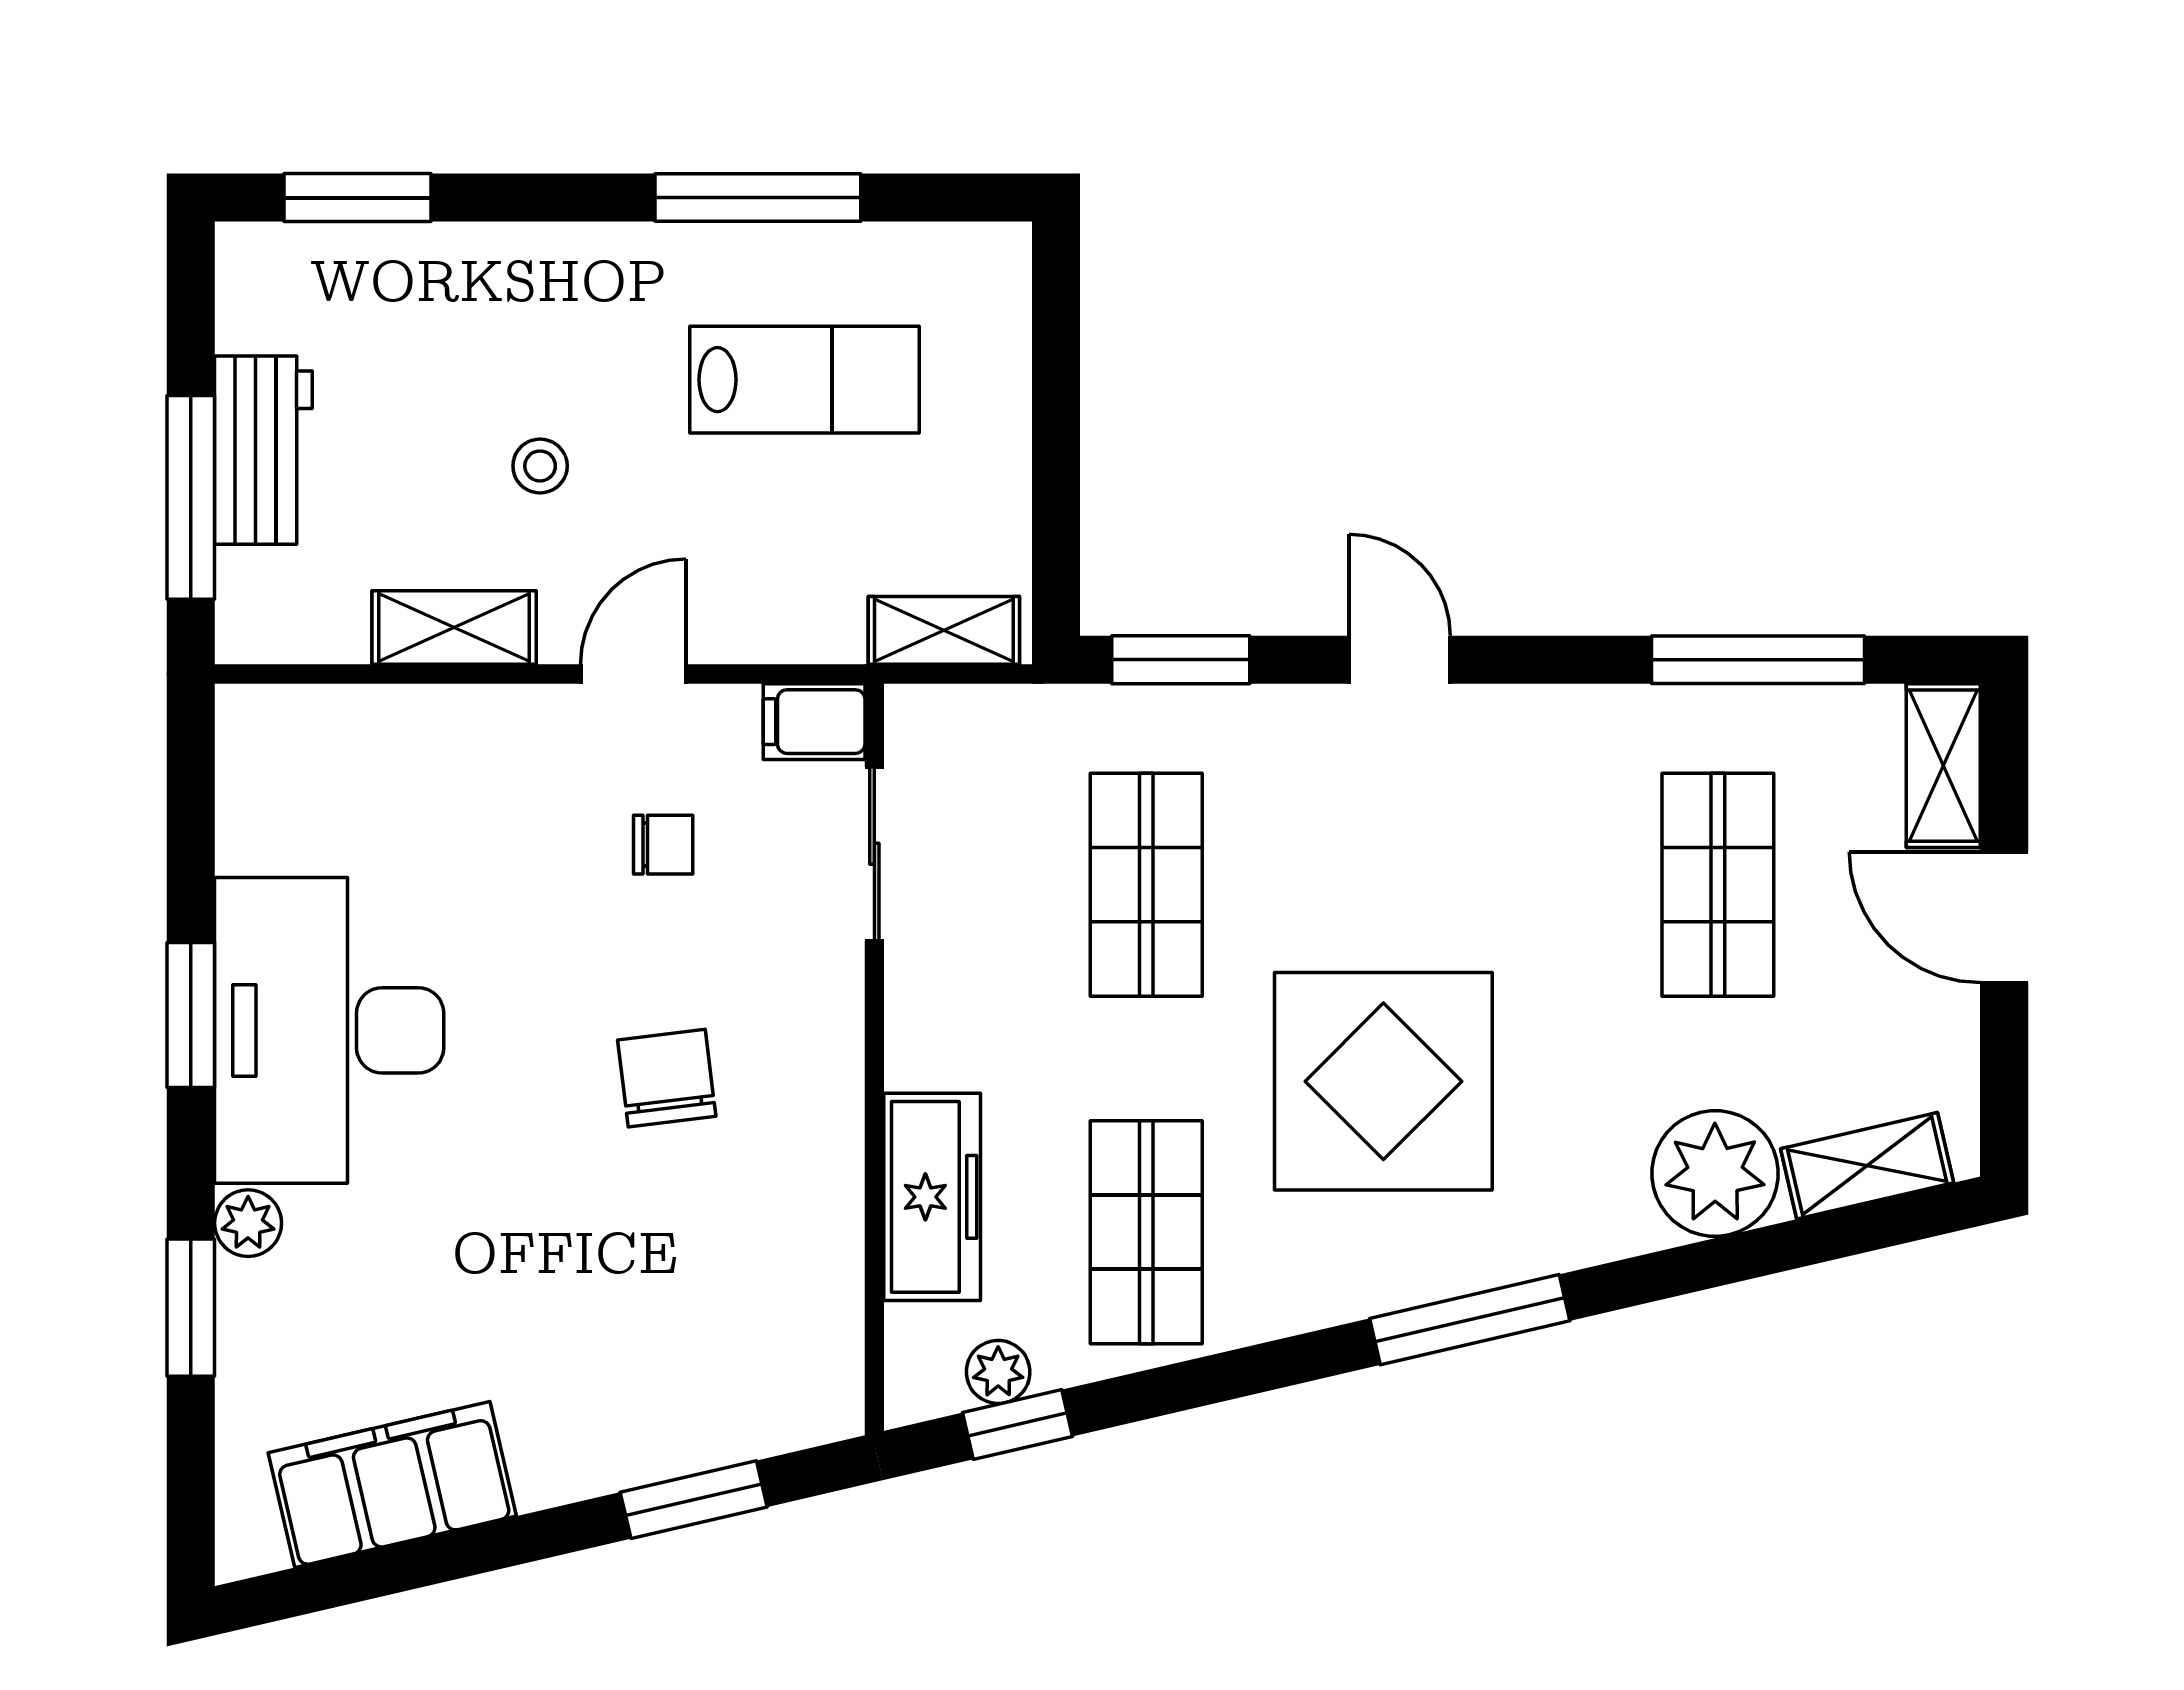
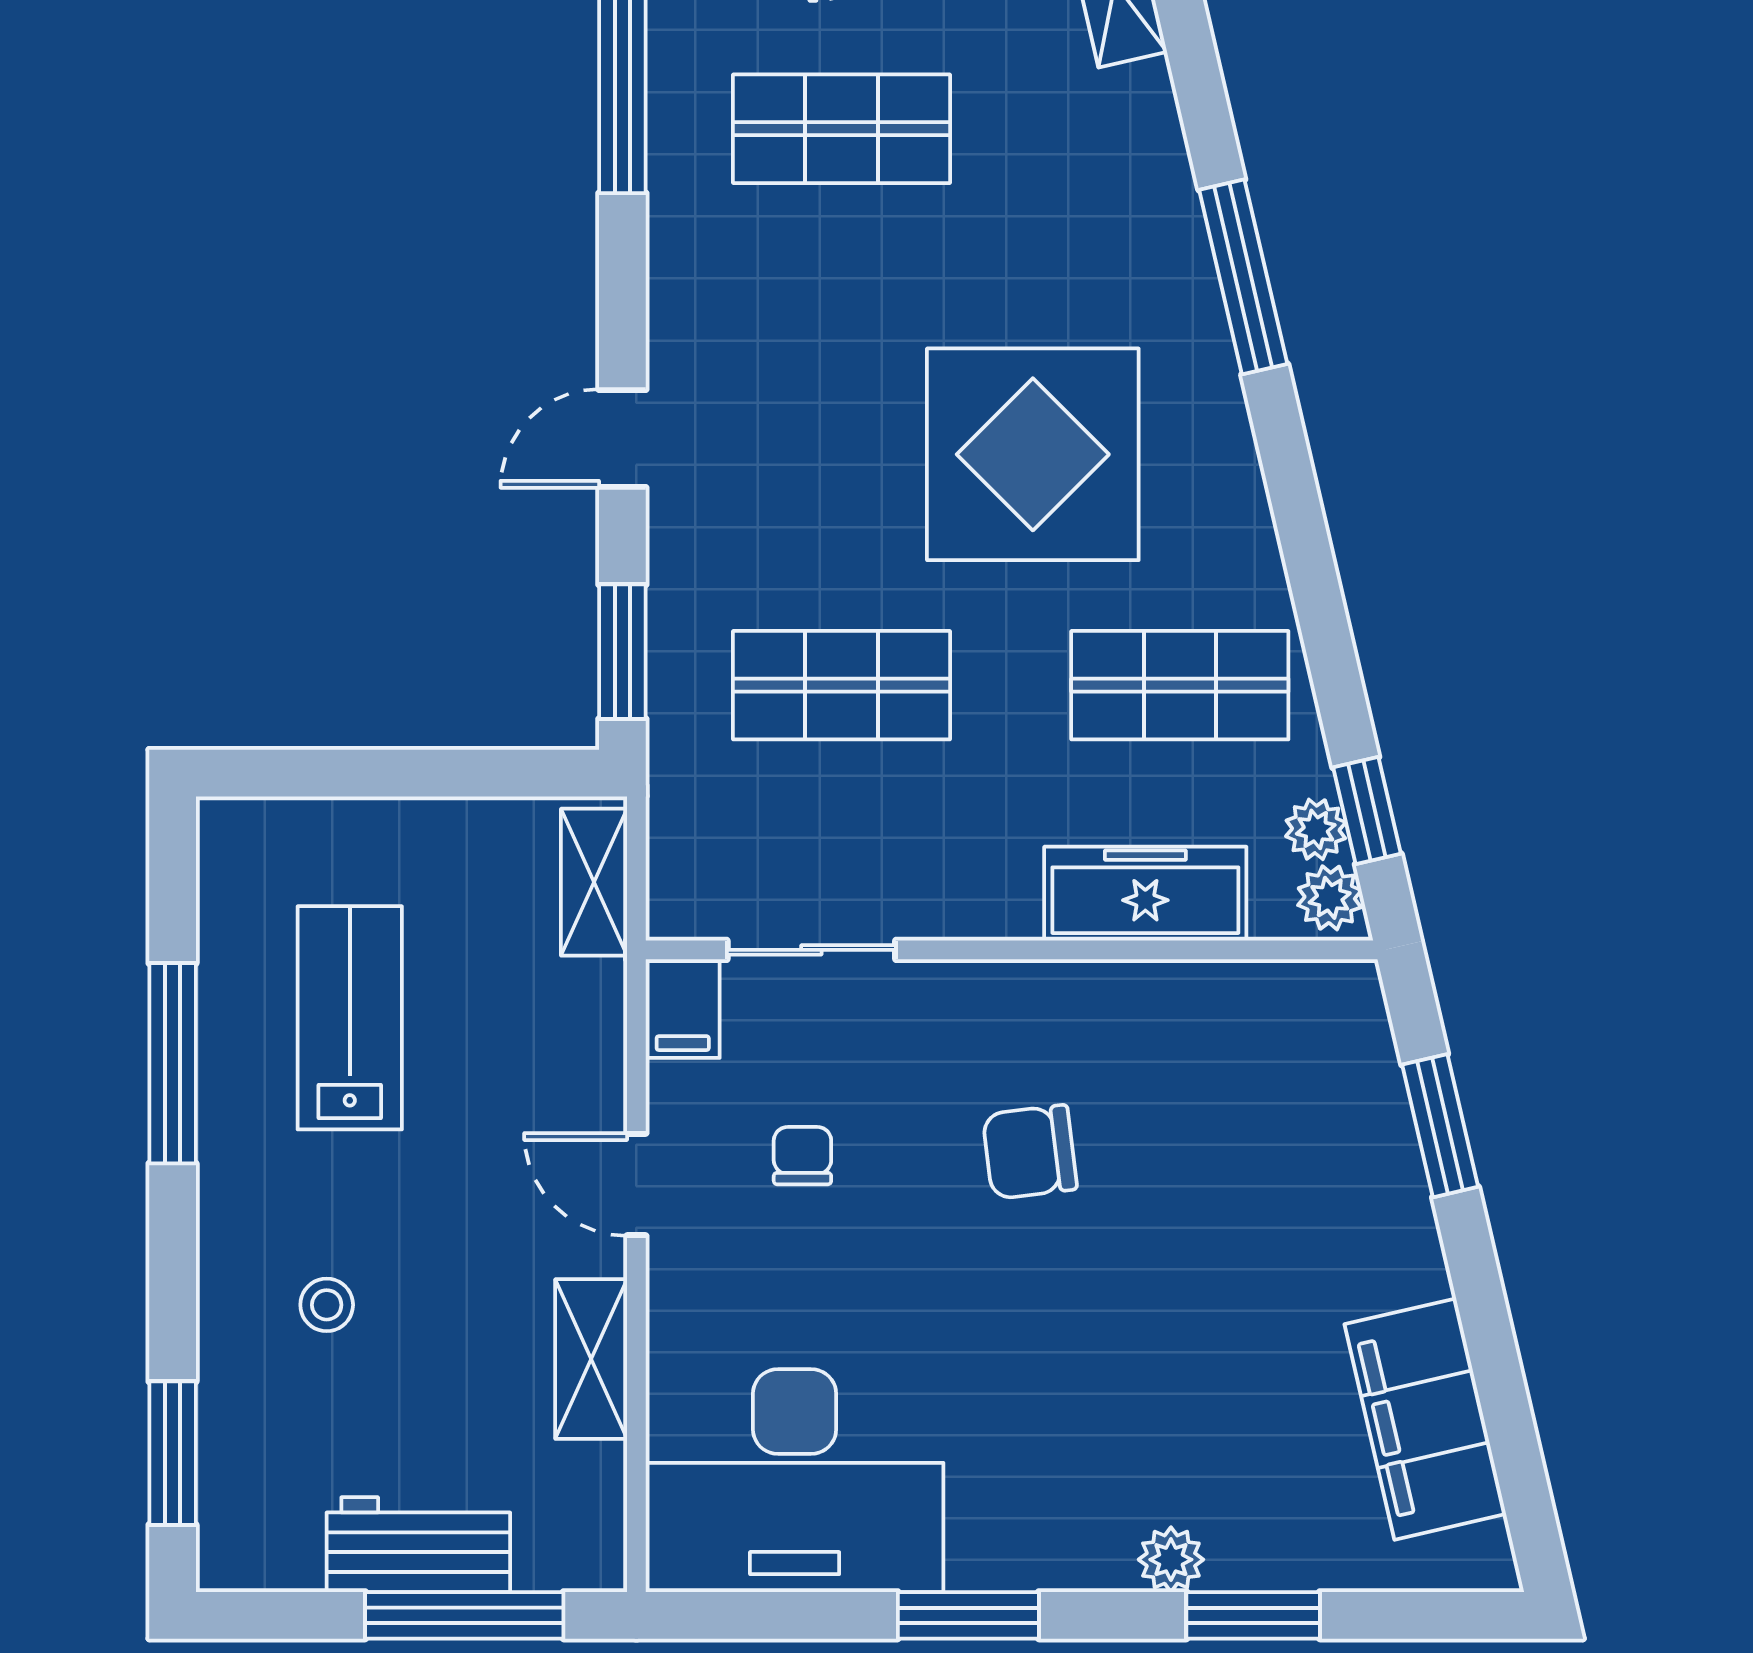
stool: (540, 466) -> (327, 1305), moved
desk: (329, 1030) -> (795, 1481), moved
plant: (1715, 1173) -> (1330, 898), moved, width x0.53, depth x0.53
window: (1470, 1320) -> (1243, 277), moved

